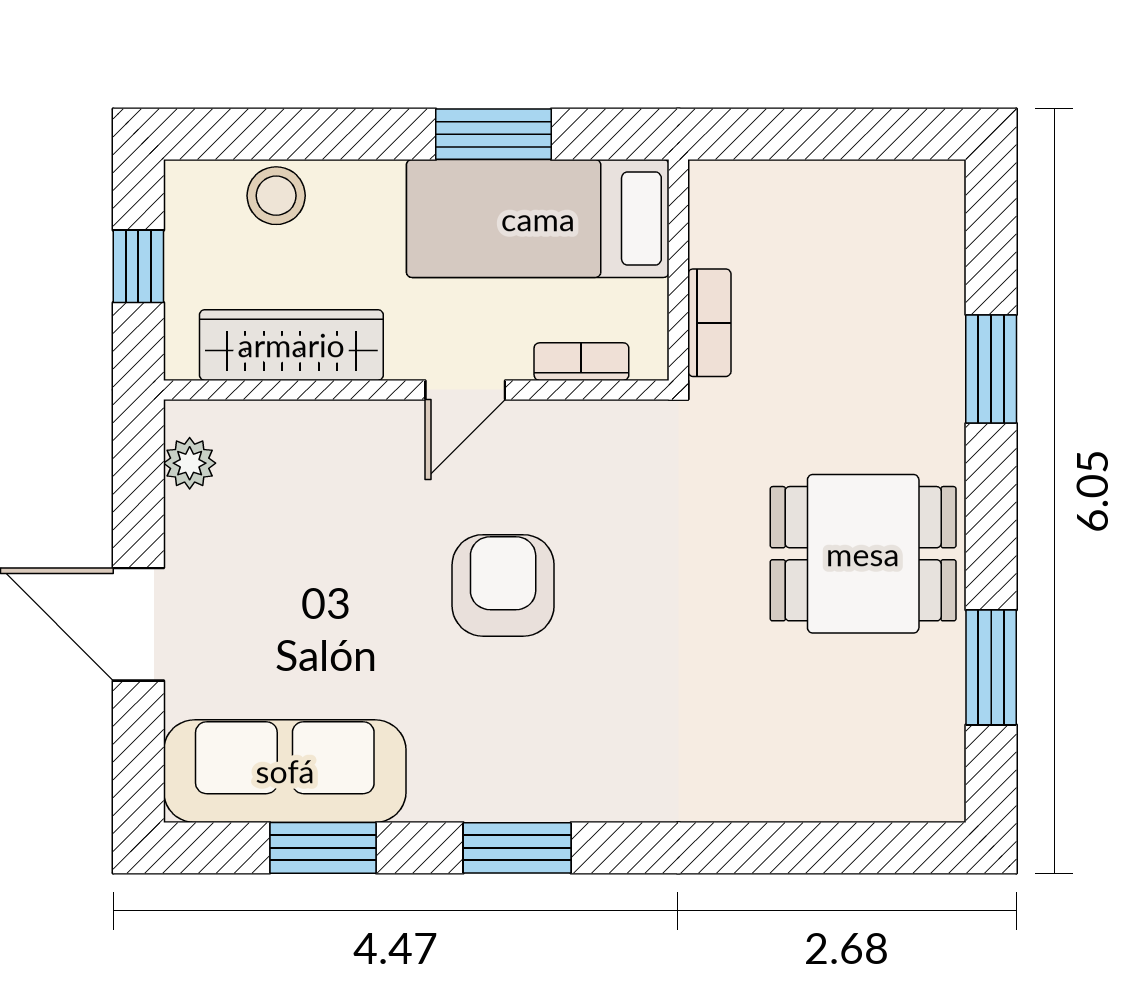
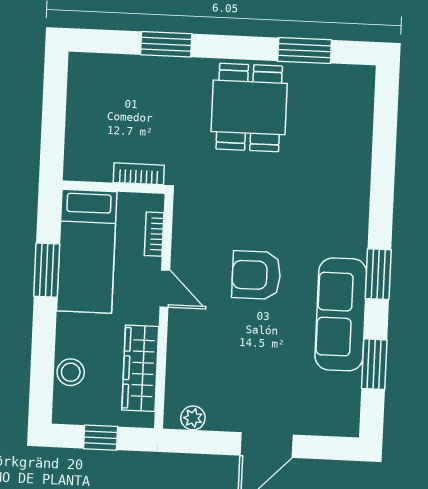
sofa: (285, 771) -> (341, 314), moved

